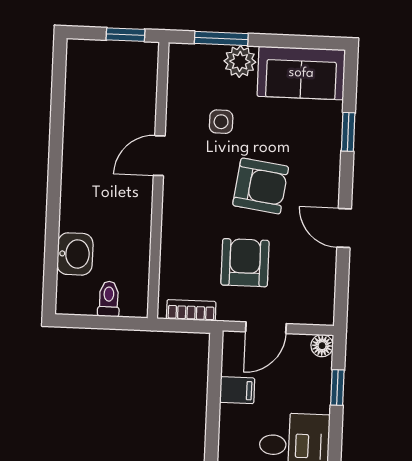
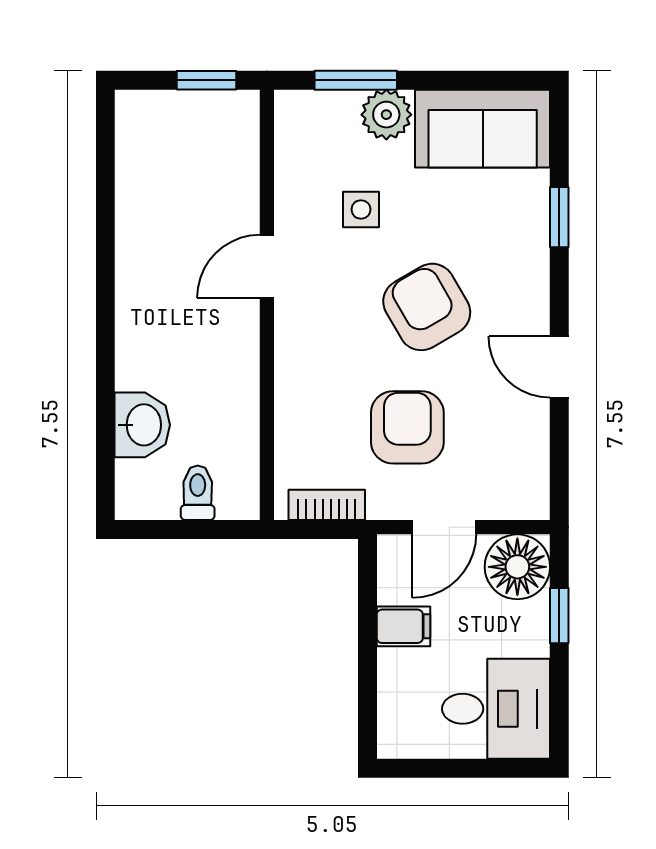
armchair: (261, 186) -> (427, 307), turned -128
floor lamp: (322, 346) -> (517, 567), width x1.89, depth x1.89

